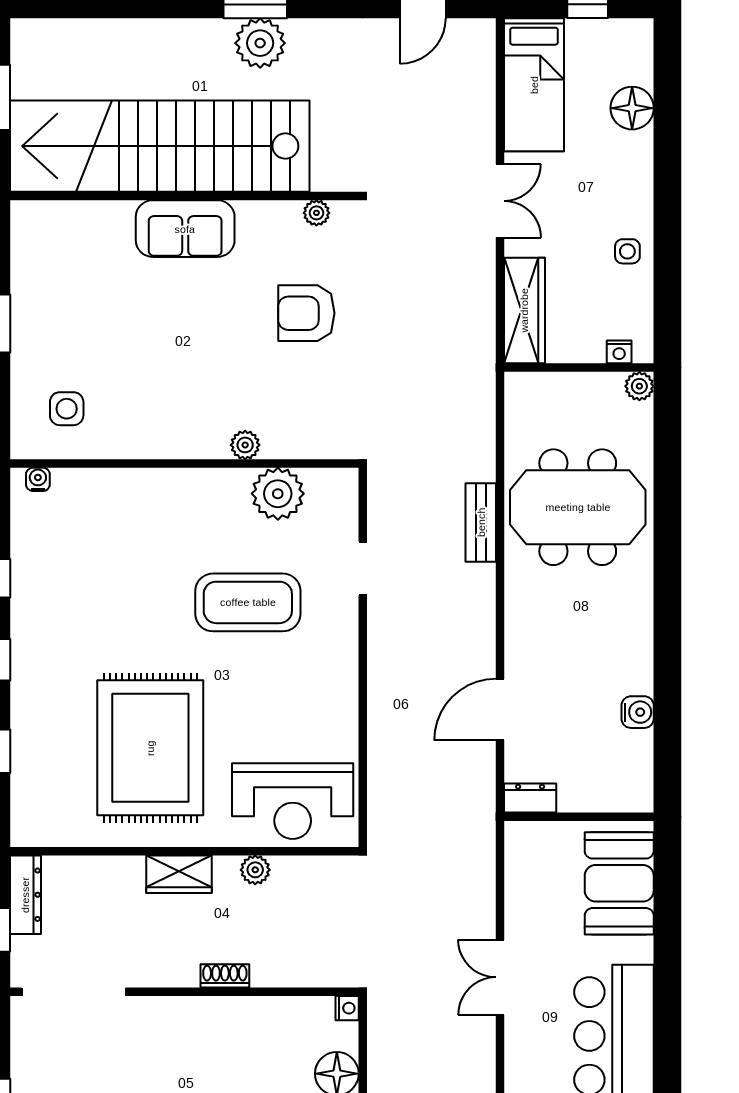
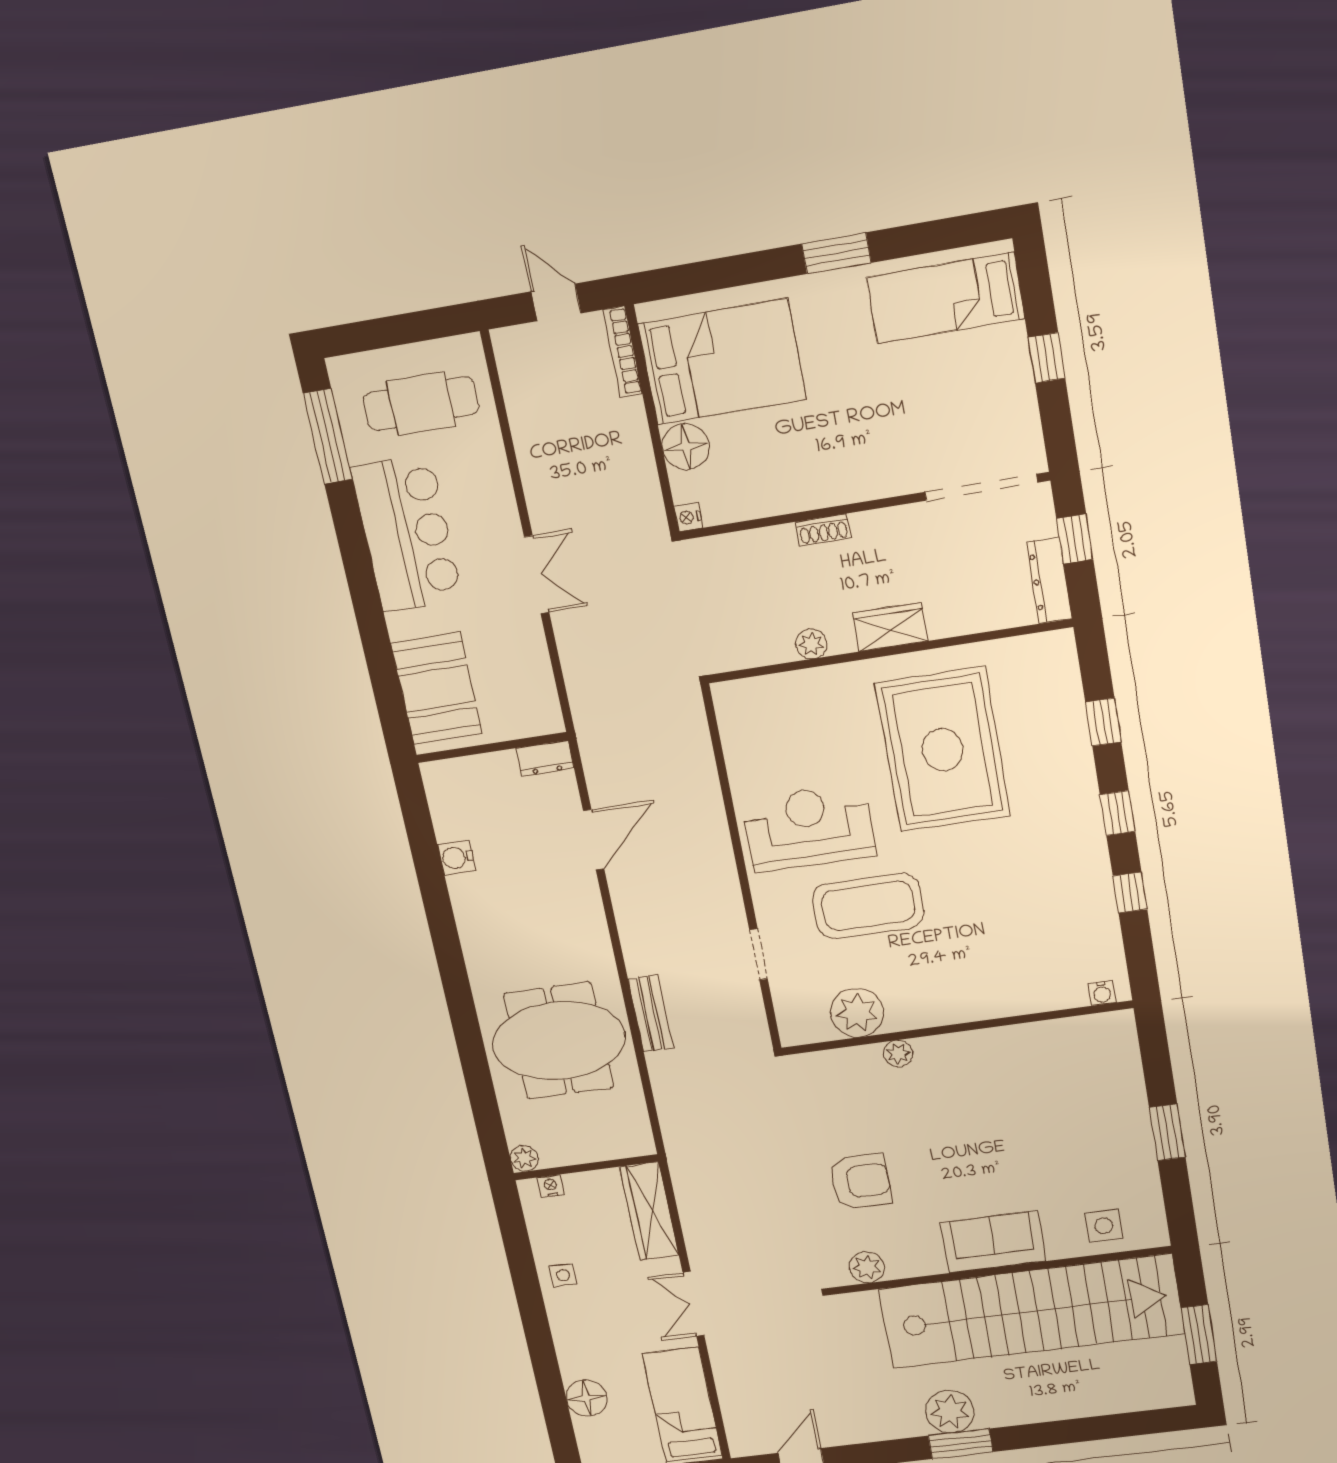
plant: (316, 213) -> (867, 1267), width x1.38, depth x1.38
side table: (67, 409) -> (1104, 1226), moved
reception desk: (293, 801) -> (809, 828), moved

